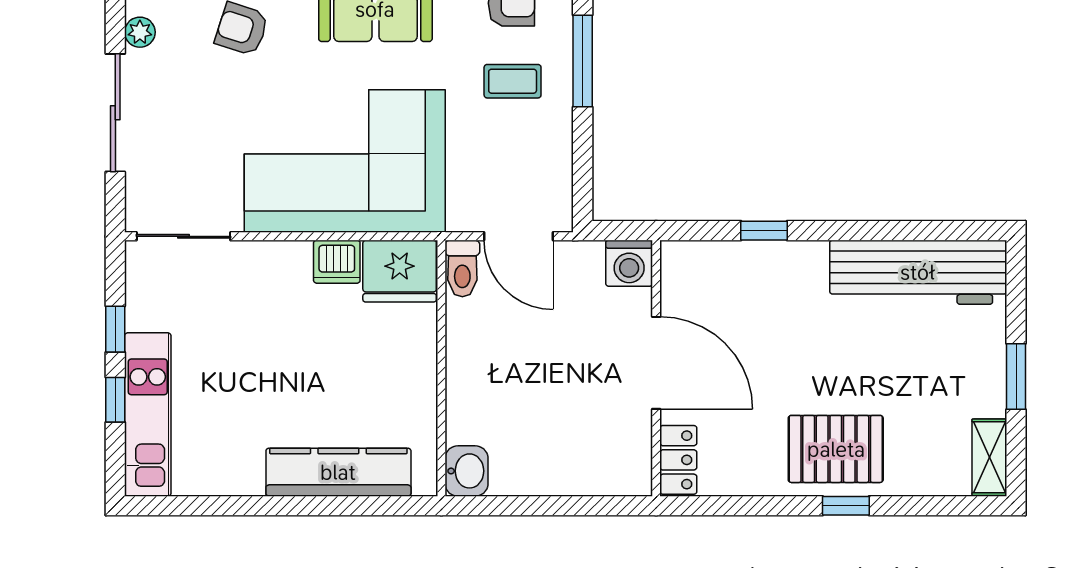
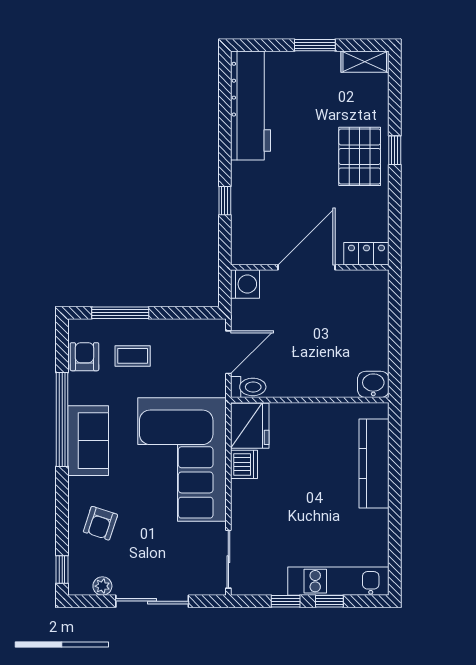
coffee table: (513, 81) -> (133, 356), turned 90

